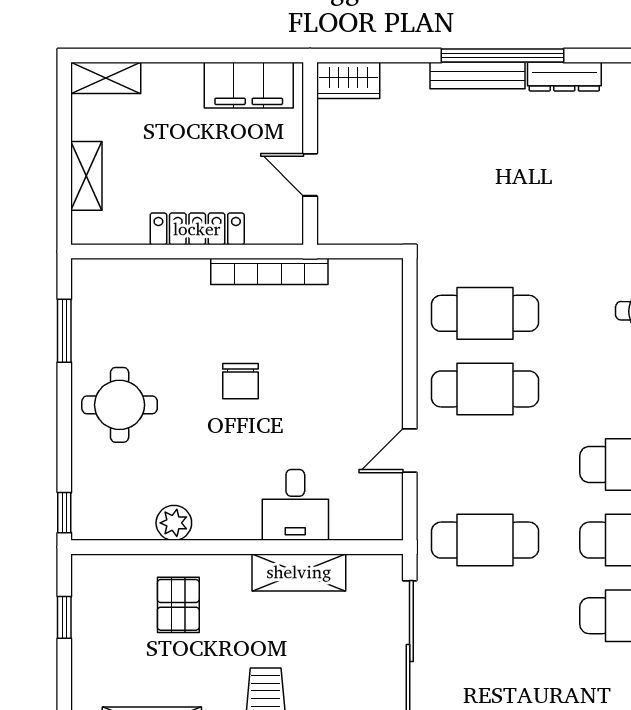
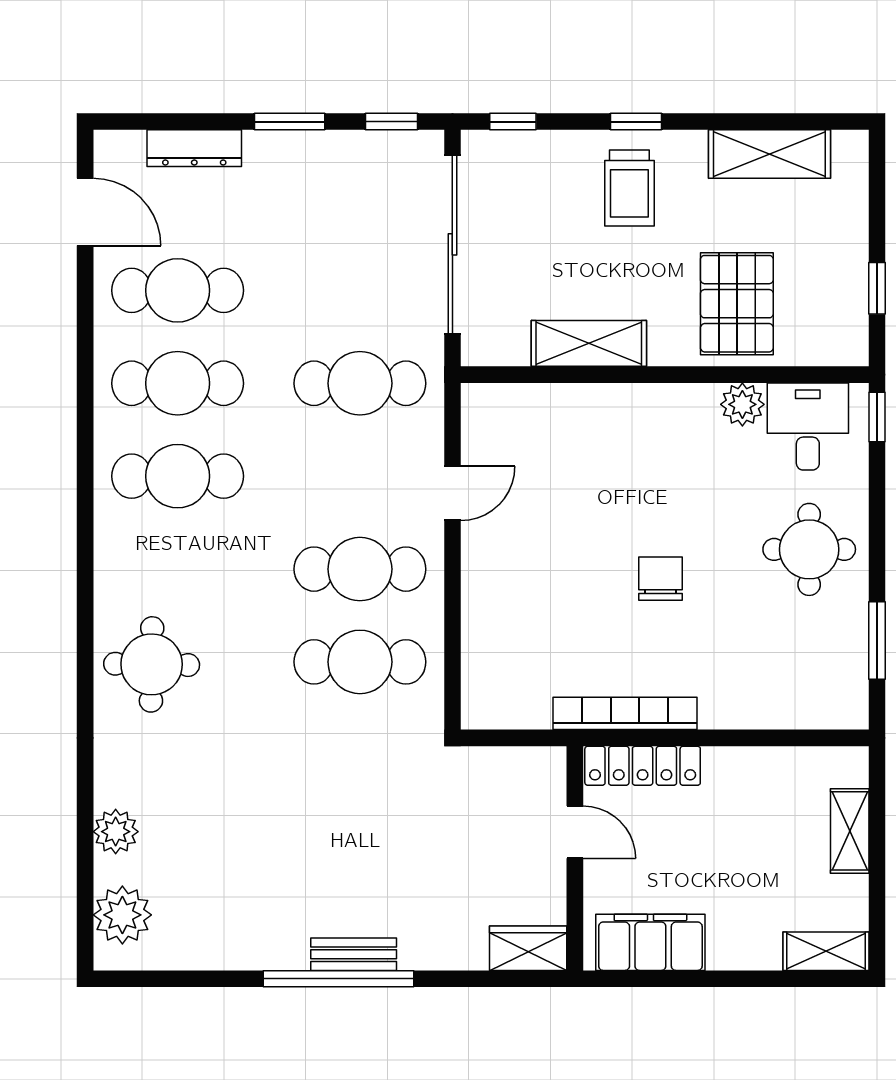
bench: (477, 76) -> (354, 954), width x0.73
dresser: (564, 77) -> (263, 953), removed
locker: (197, 229) -> (643, 766), moved
desk: (295, 505) -> (808, 426), moved
pallet: (178, 605) -> (737, 304), width x1.50, depth x1.42

